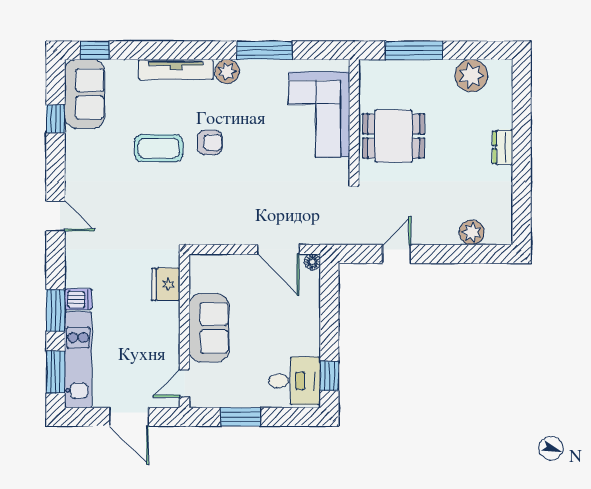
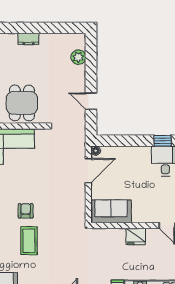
fridge: (166, 284) -> (136, 236), moved
sofa: (209, 328) -> (111, 211), moved

